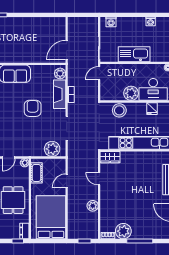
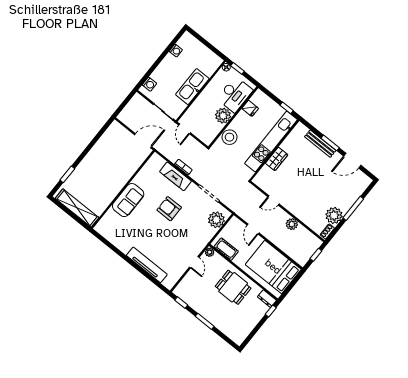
door: (67, 50) -> (143, 141), swing flipped
plant: (60, 73) -> (158, 162), removed
wardrobe: (110, 157) -> (277, 159), moved

